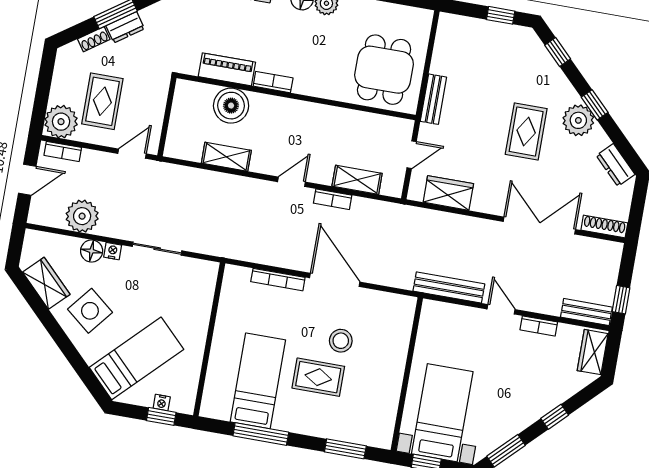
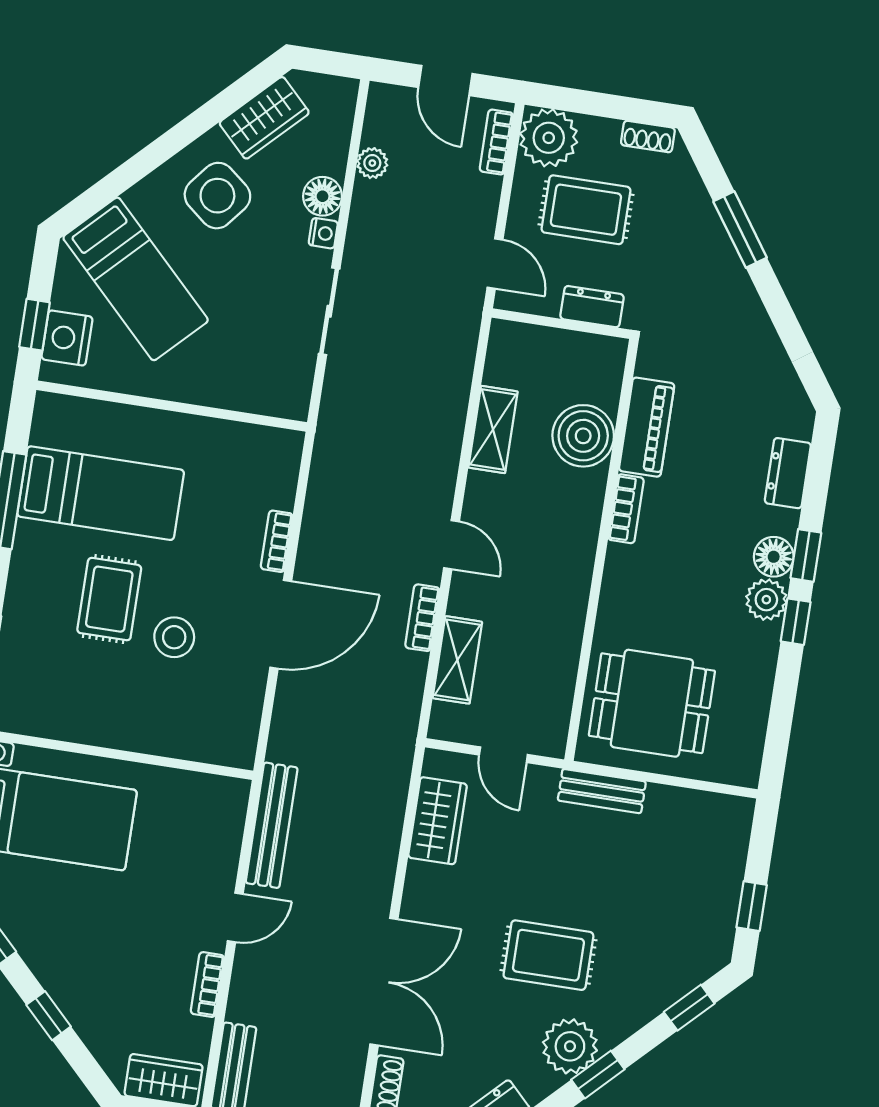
dresser: (125, 27) -> (592, 307), moved, turned 125
shoe rack: (94, 39) -> (648, 137), moved, turned -55
plant: (82, 216) -> (372, 163), width x0.53, depth x0.53
bookcase: (278, 280) -> (277, 541), width x0.64
nightstand: (162, 403) -> (67, 338), width x1.89, depth x1.79

